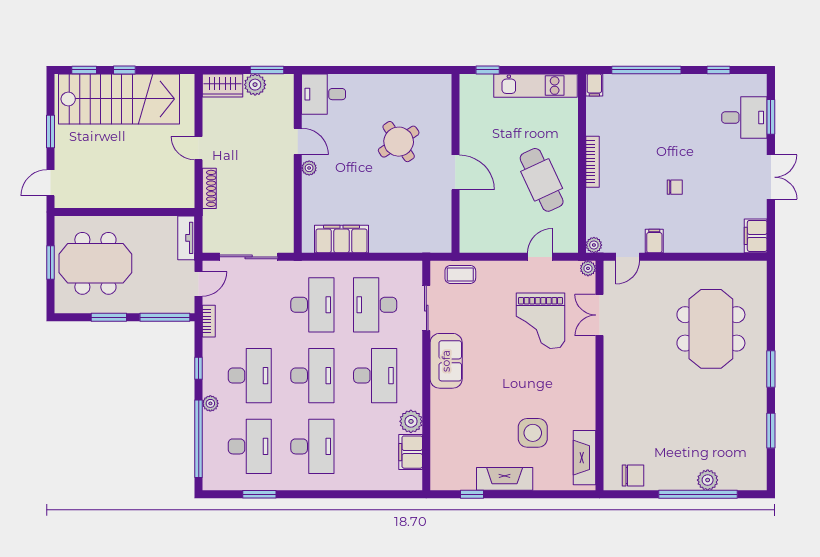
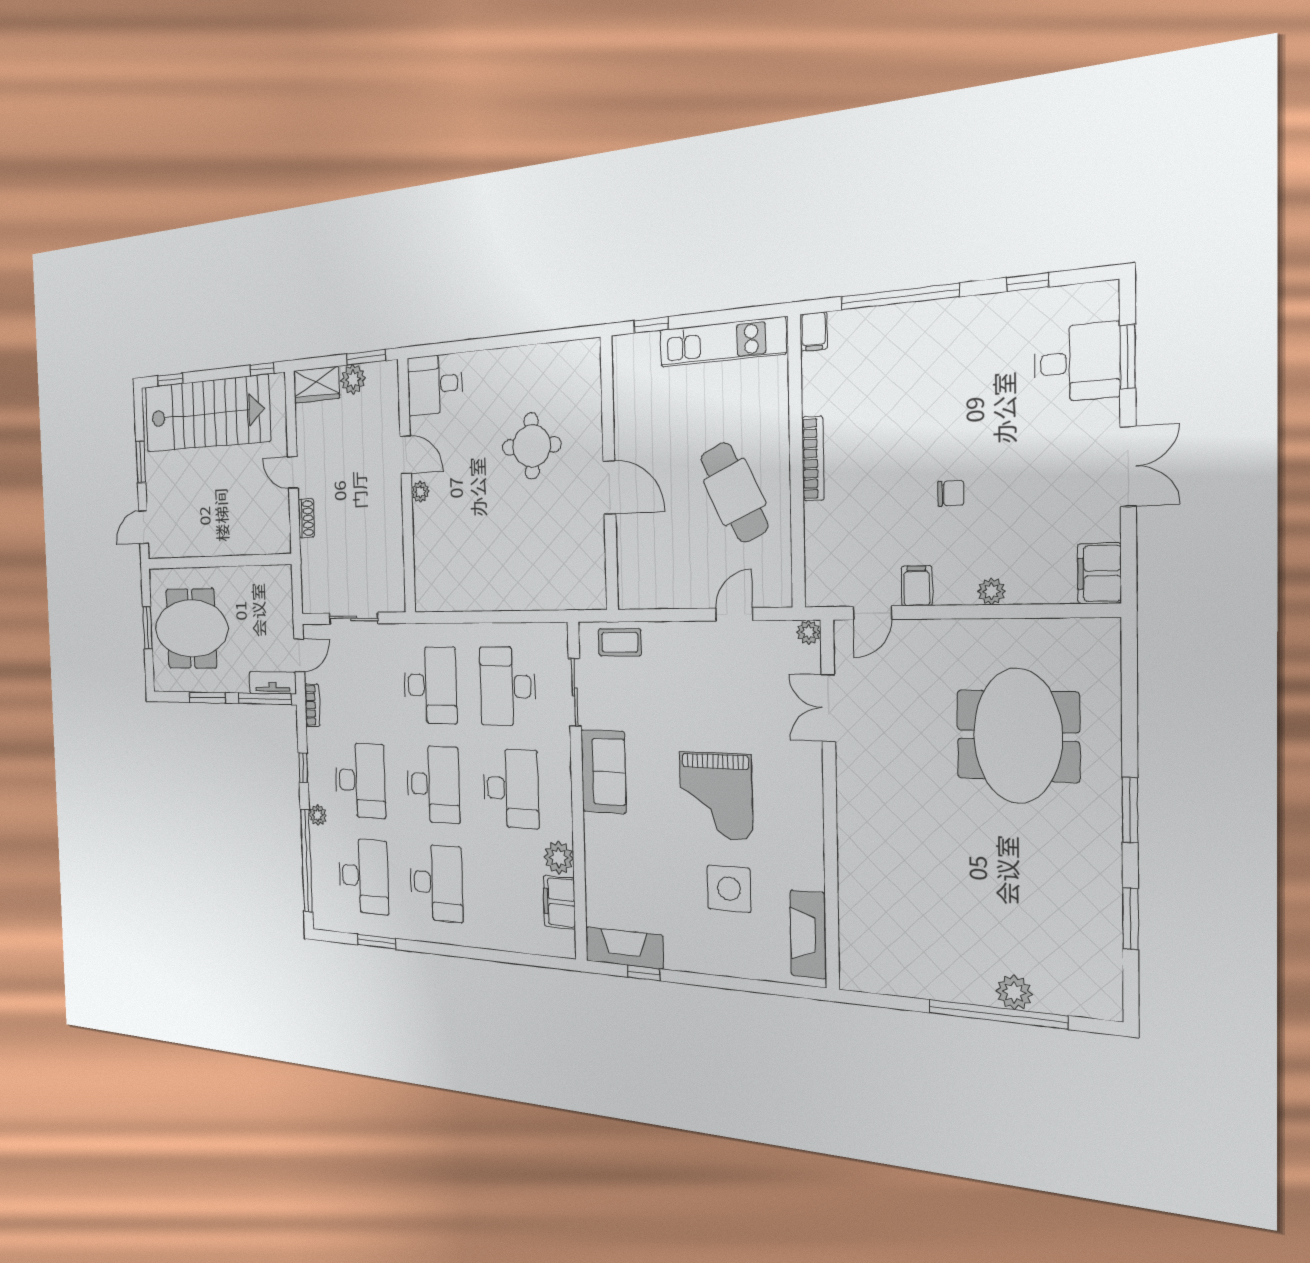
window: (124, 70) -> (262, 369), moved
round table: (399, 142) -> (532, 446), turned 34
shoe rack: (209, 188) -> (306, 518), width x0.70
tv unit: (186, 238) -> (273, 683), moved, turned 90
filing cabinet: (342, 239) -> (463, 592), removed
plant: (594, 245) -> (991, 591), moved
sliding door: (249, 257) -> (354, 618), width x0.73
grand piano: (540, 321) -> (716, 796), moved
chair: (633, 475) -> (887, 971), removed
fireplace: (505, 479) -> (624, 948), moved

